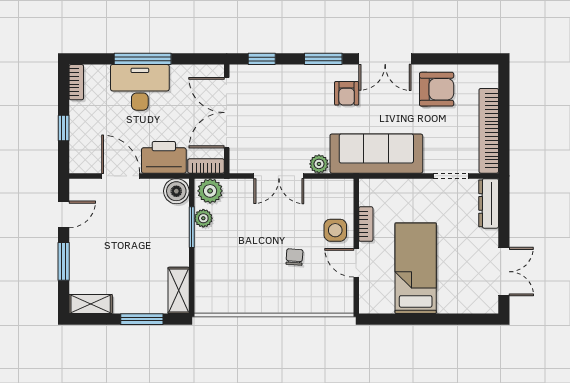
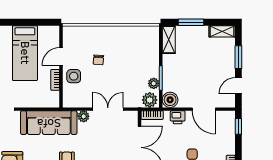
window: (64, 128) -> (238, 126), moved
printer: (164, 157) -> (178, 117), width x0.53, depth x0.68
door: (356, 263) -> (61, 56), swing flipped

